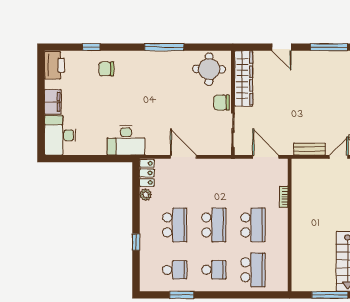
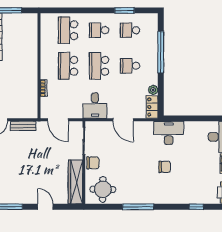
chair: (106, 69) -> (165, 167), moved
desk: (219, 175) -> (95, 106), added
school desk: (175, 225) -> (130, 66), width x0.54
window: (136, 242) -> (161, 52), width x3.17

